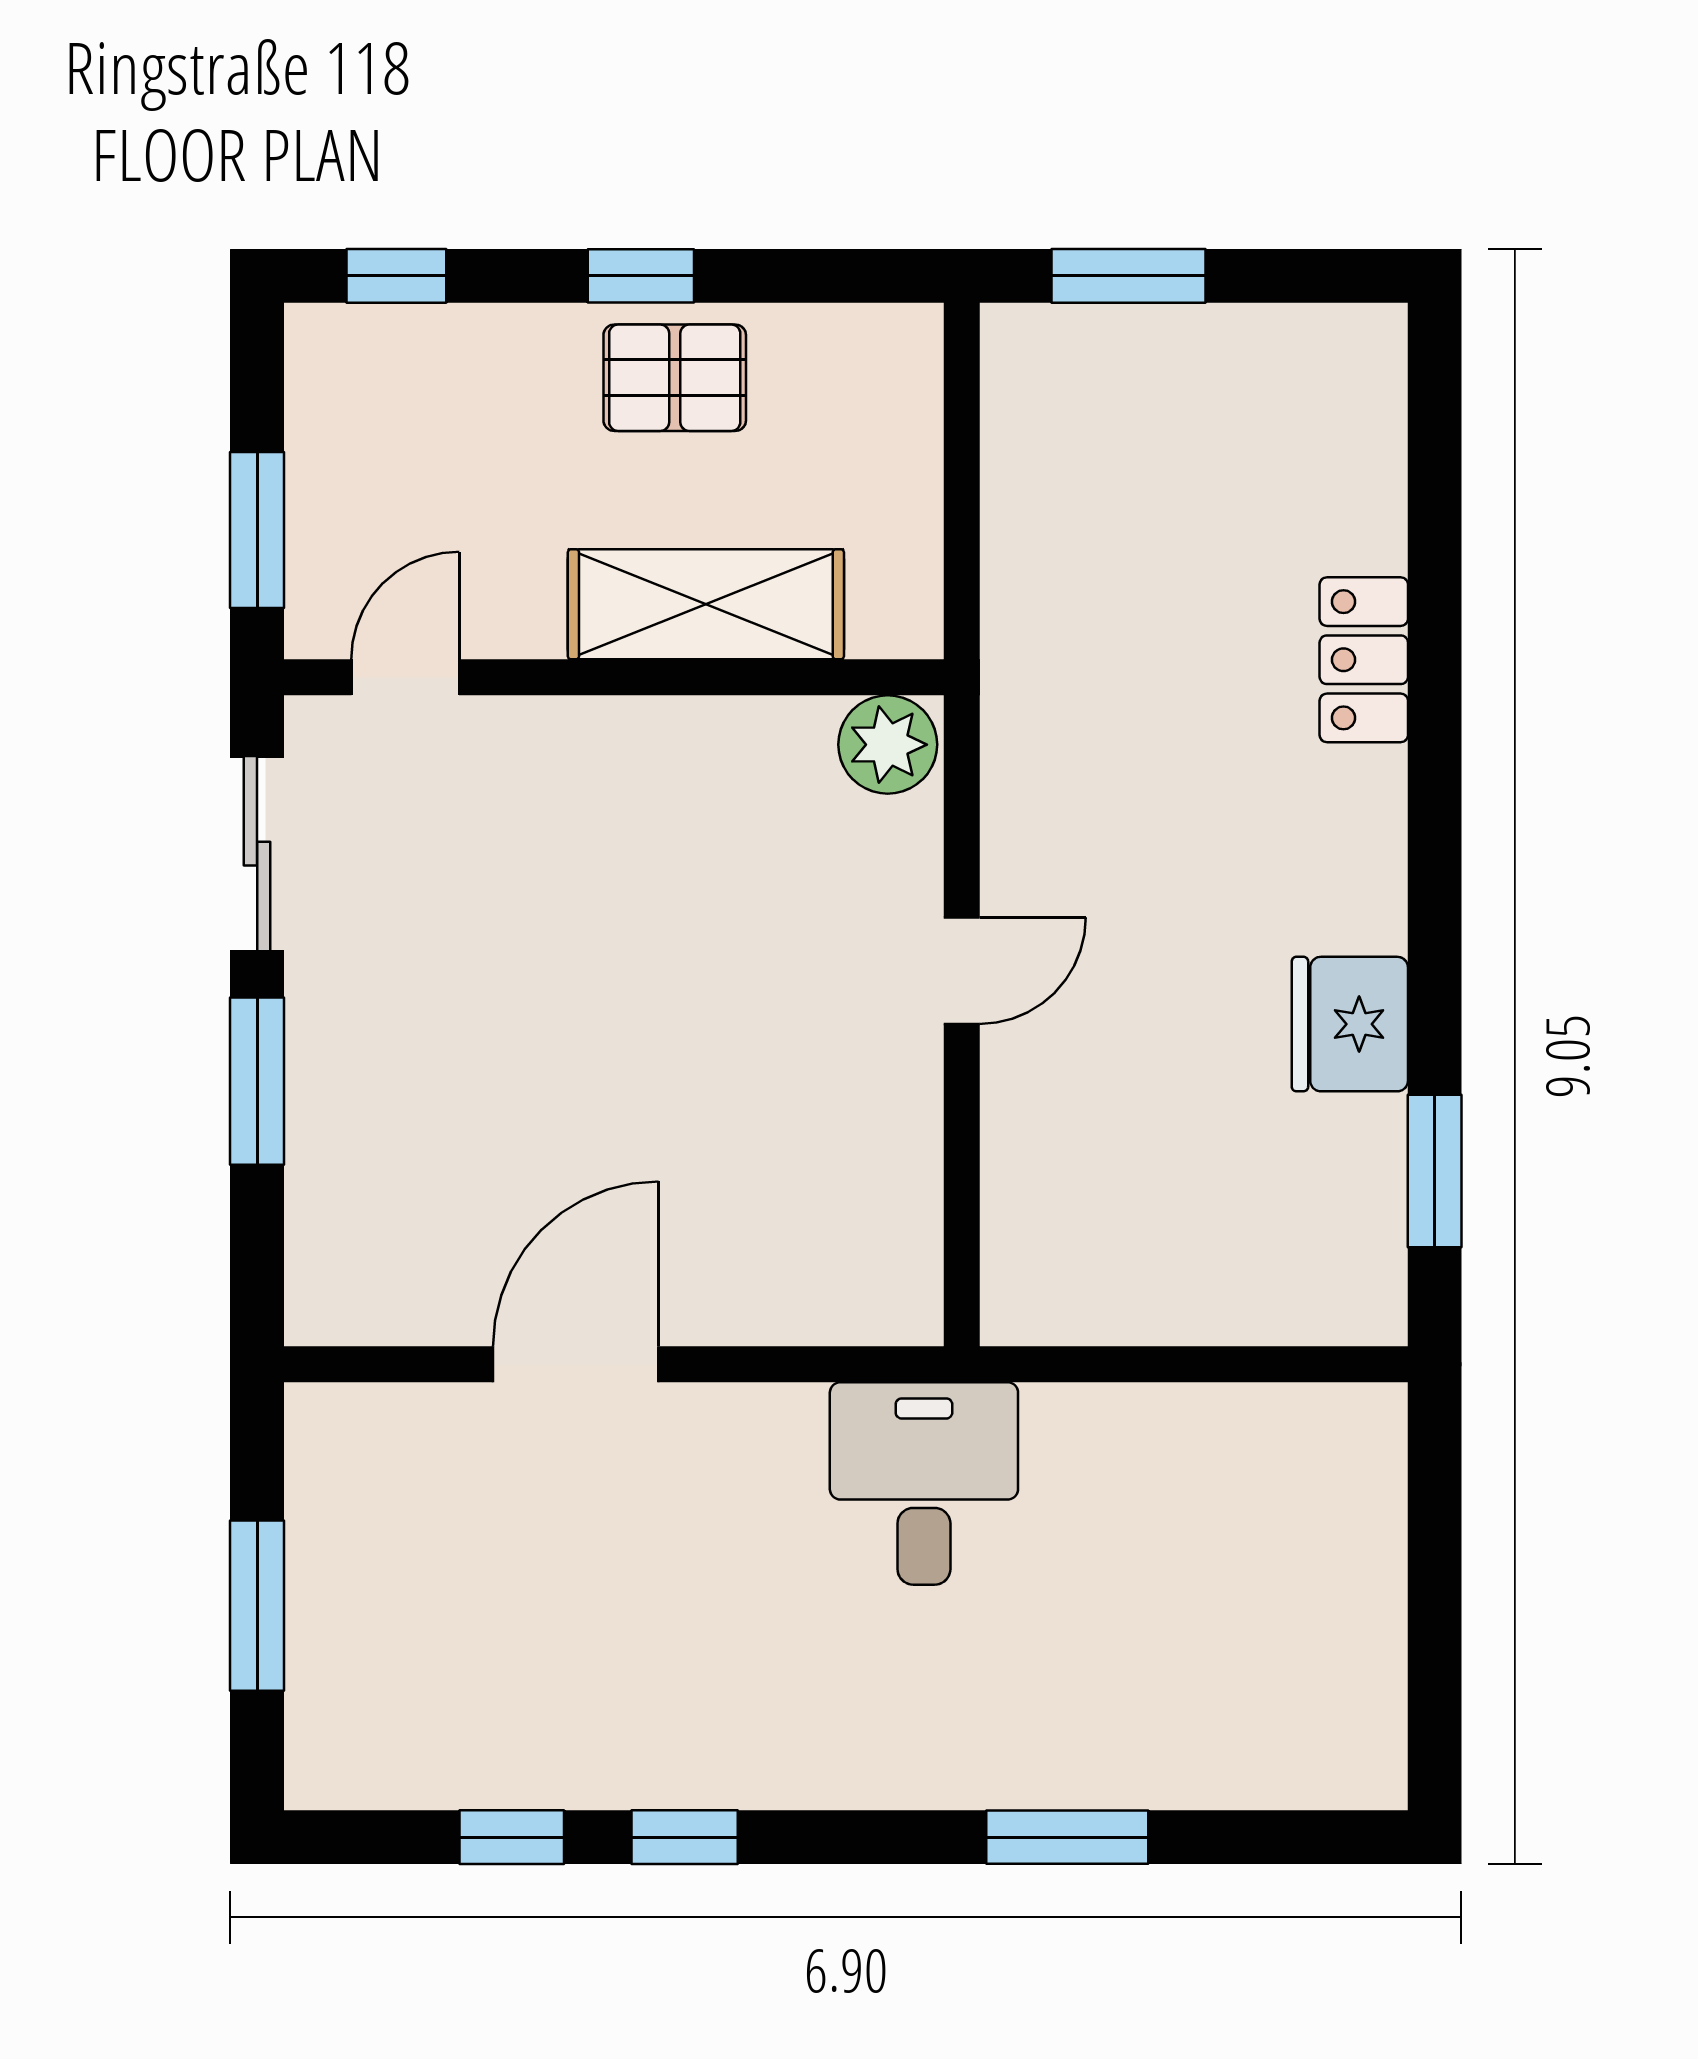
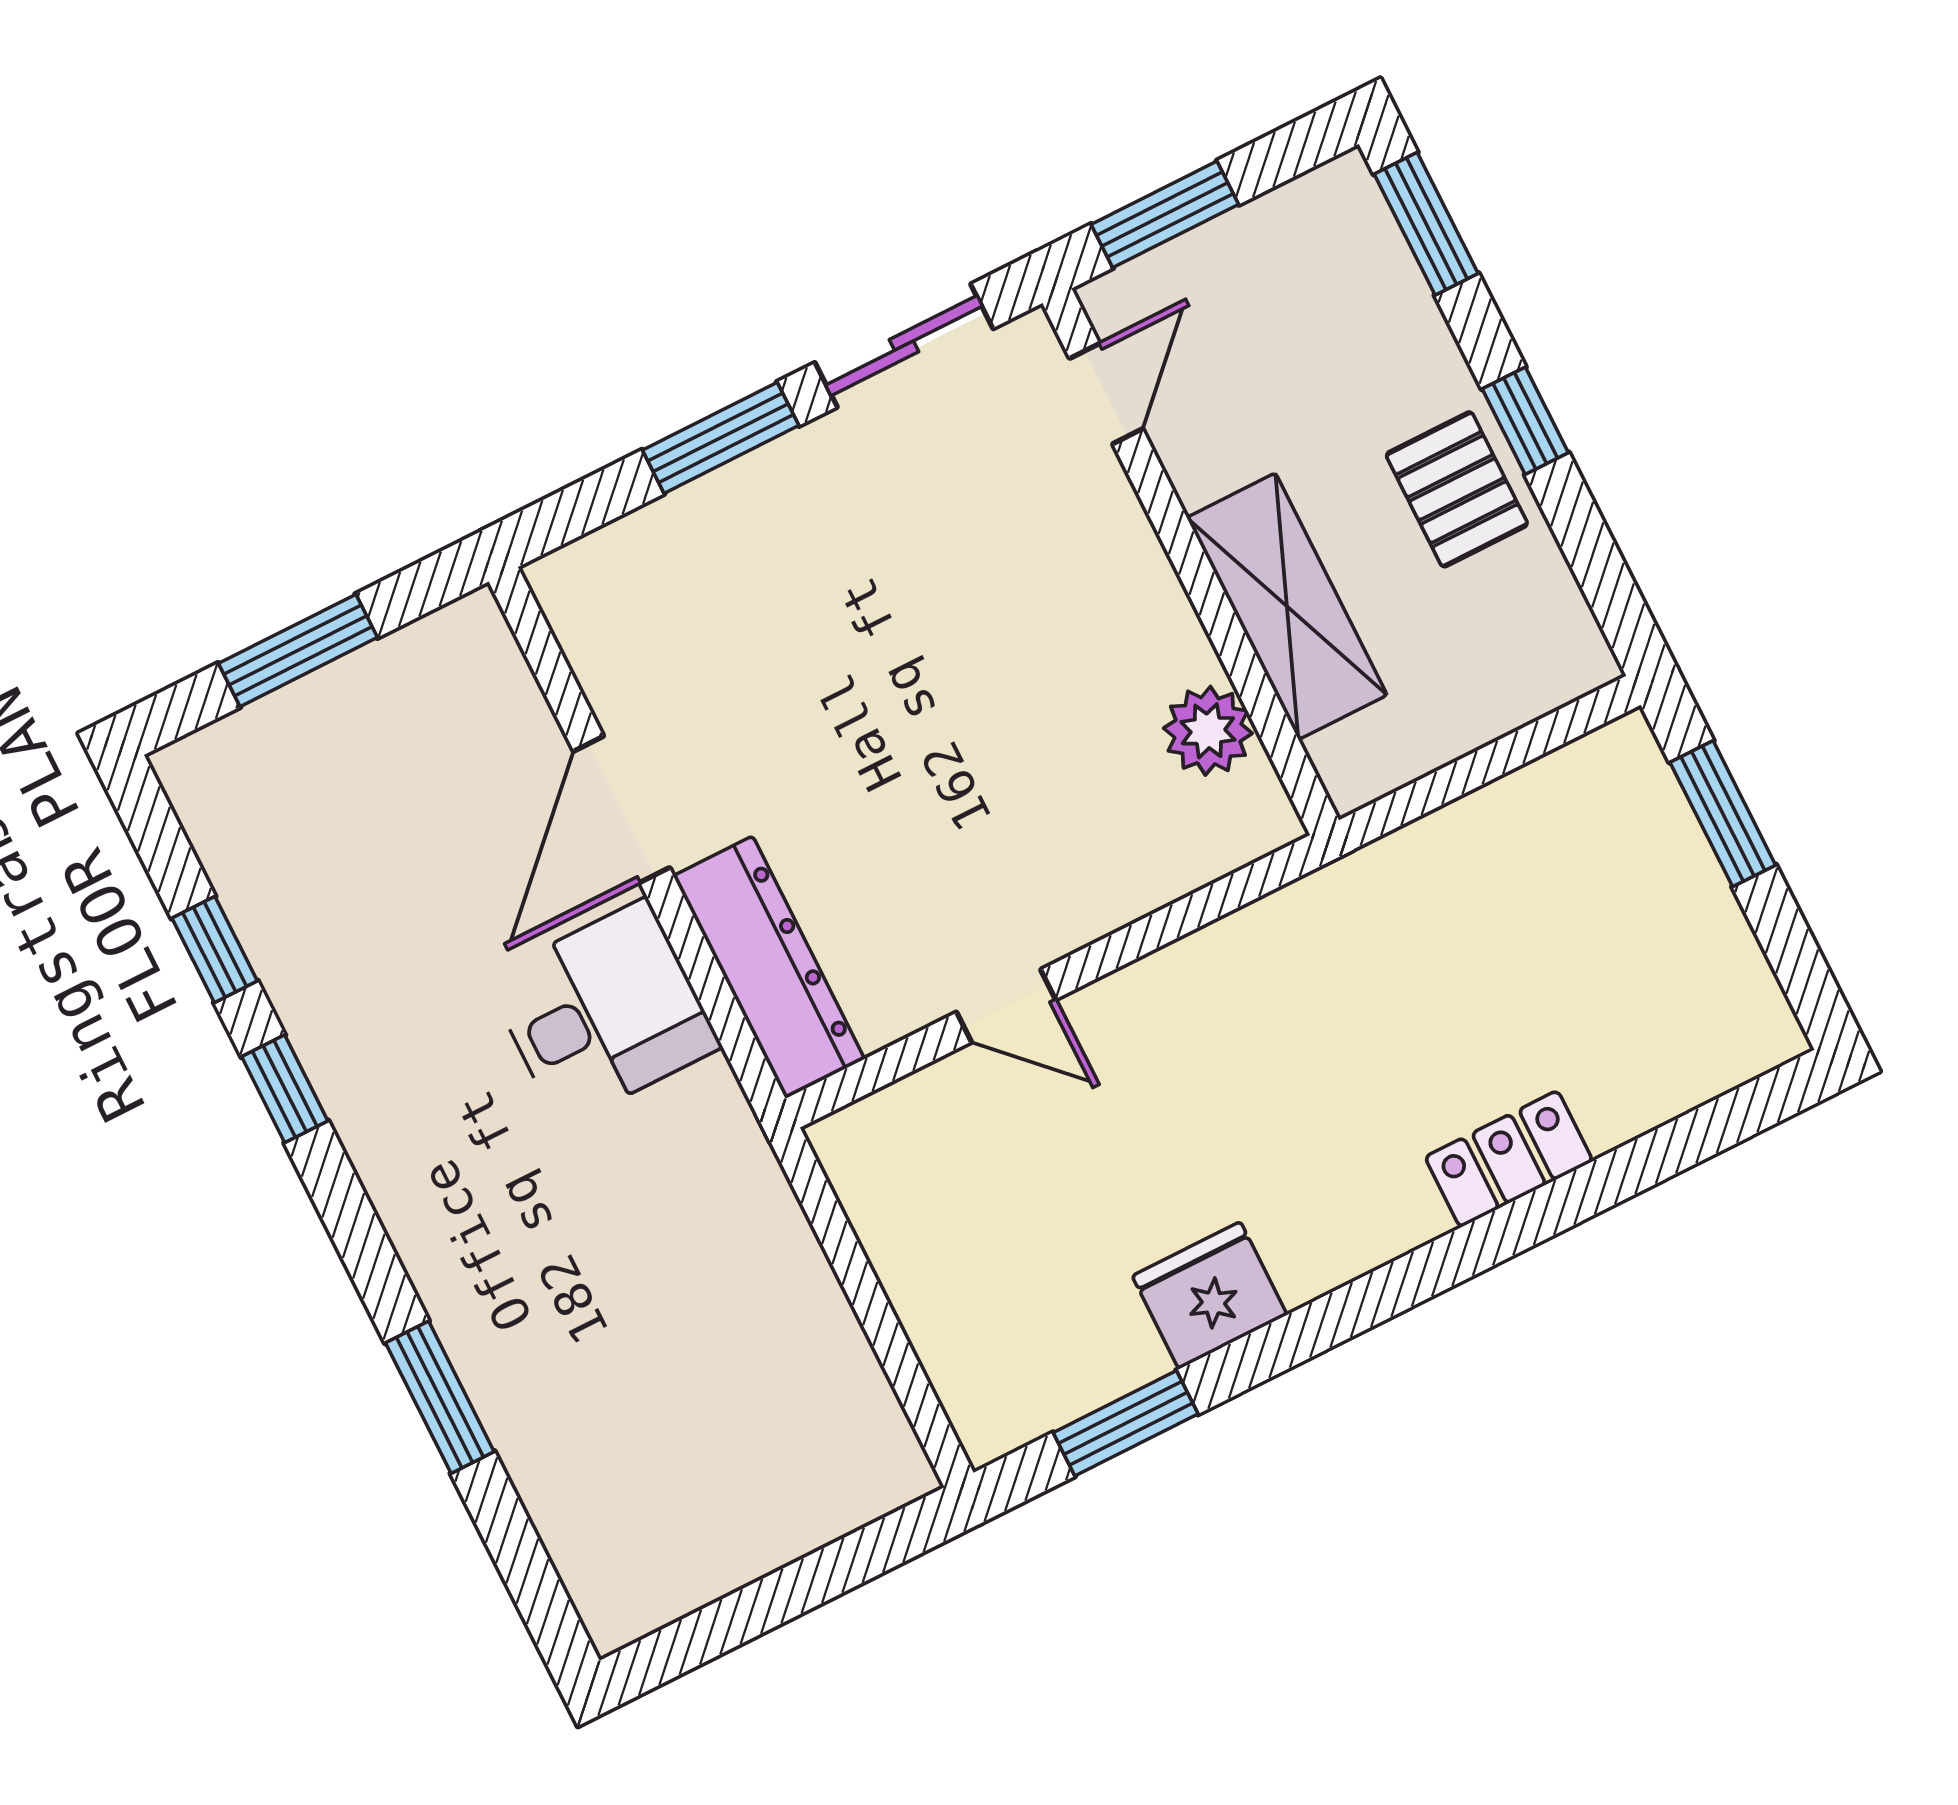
window: (396, 276) -> (1426, 224), width x1.50
door: (405, 677) -> (1106, 394), hinge flipped
plant: (888, 745) -> (1208, 731), moved
door: (962, 971) -> (1006, 1006), moved
dresser: (805, 1297) -> (769, 967), added
door: (576, 1364) -> (622, 809), swing flipped
desk: (924, 1483) -> (603, 1013), moved

